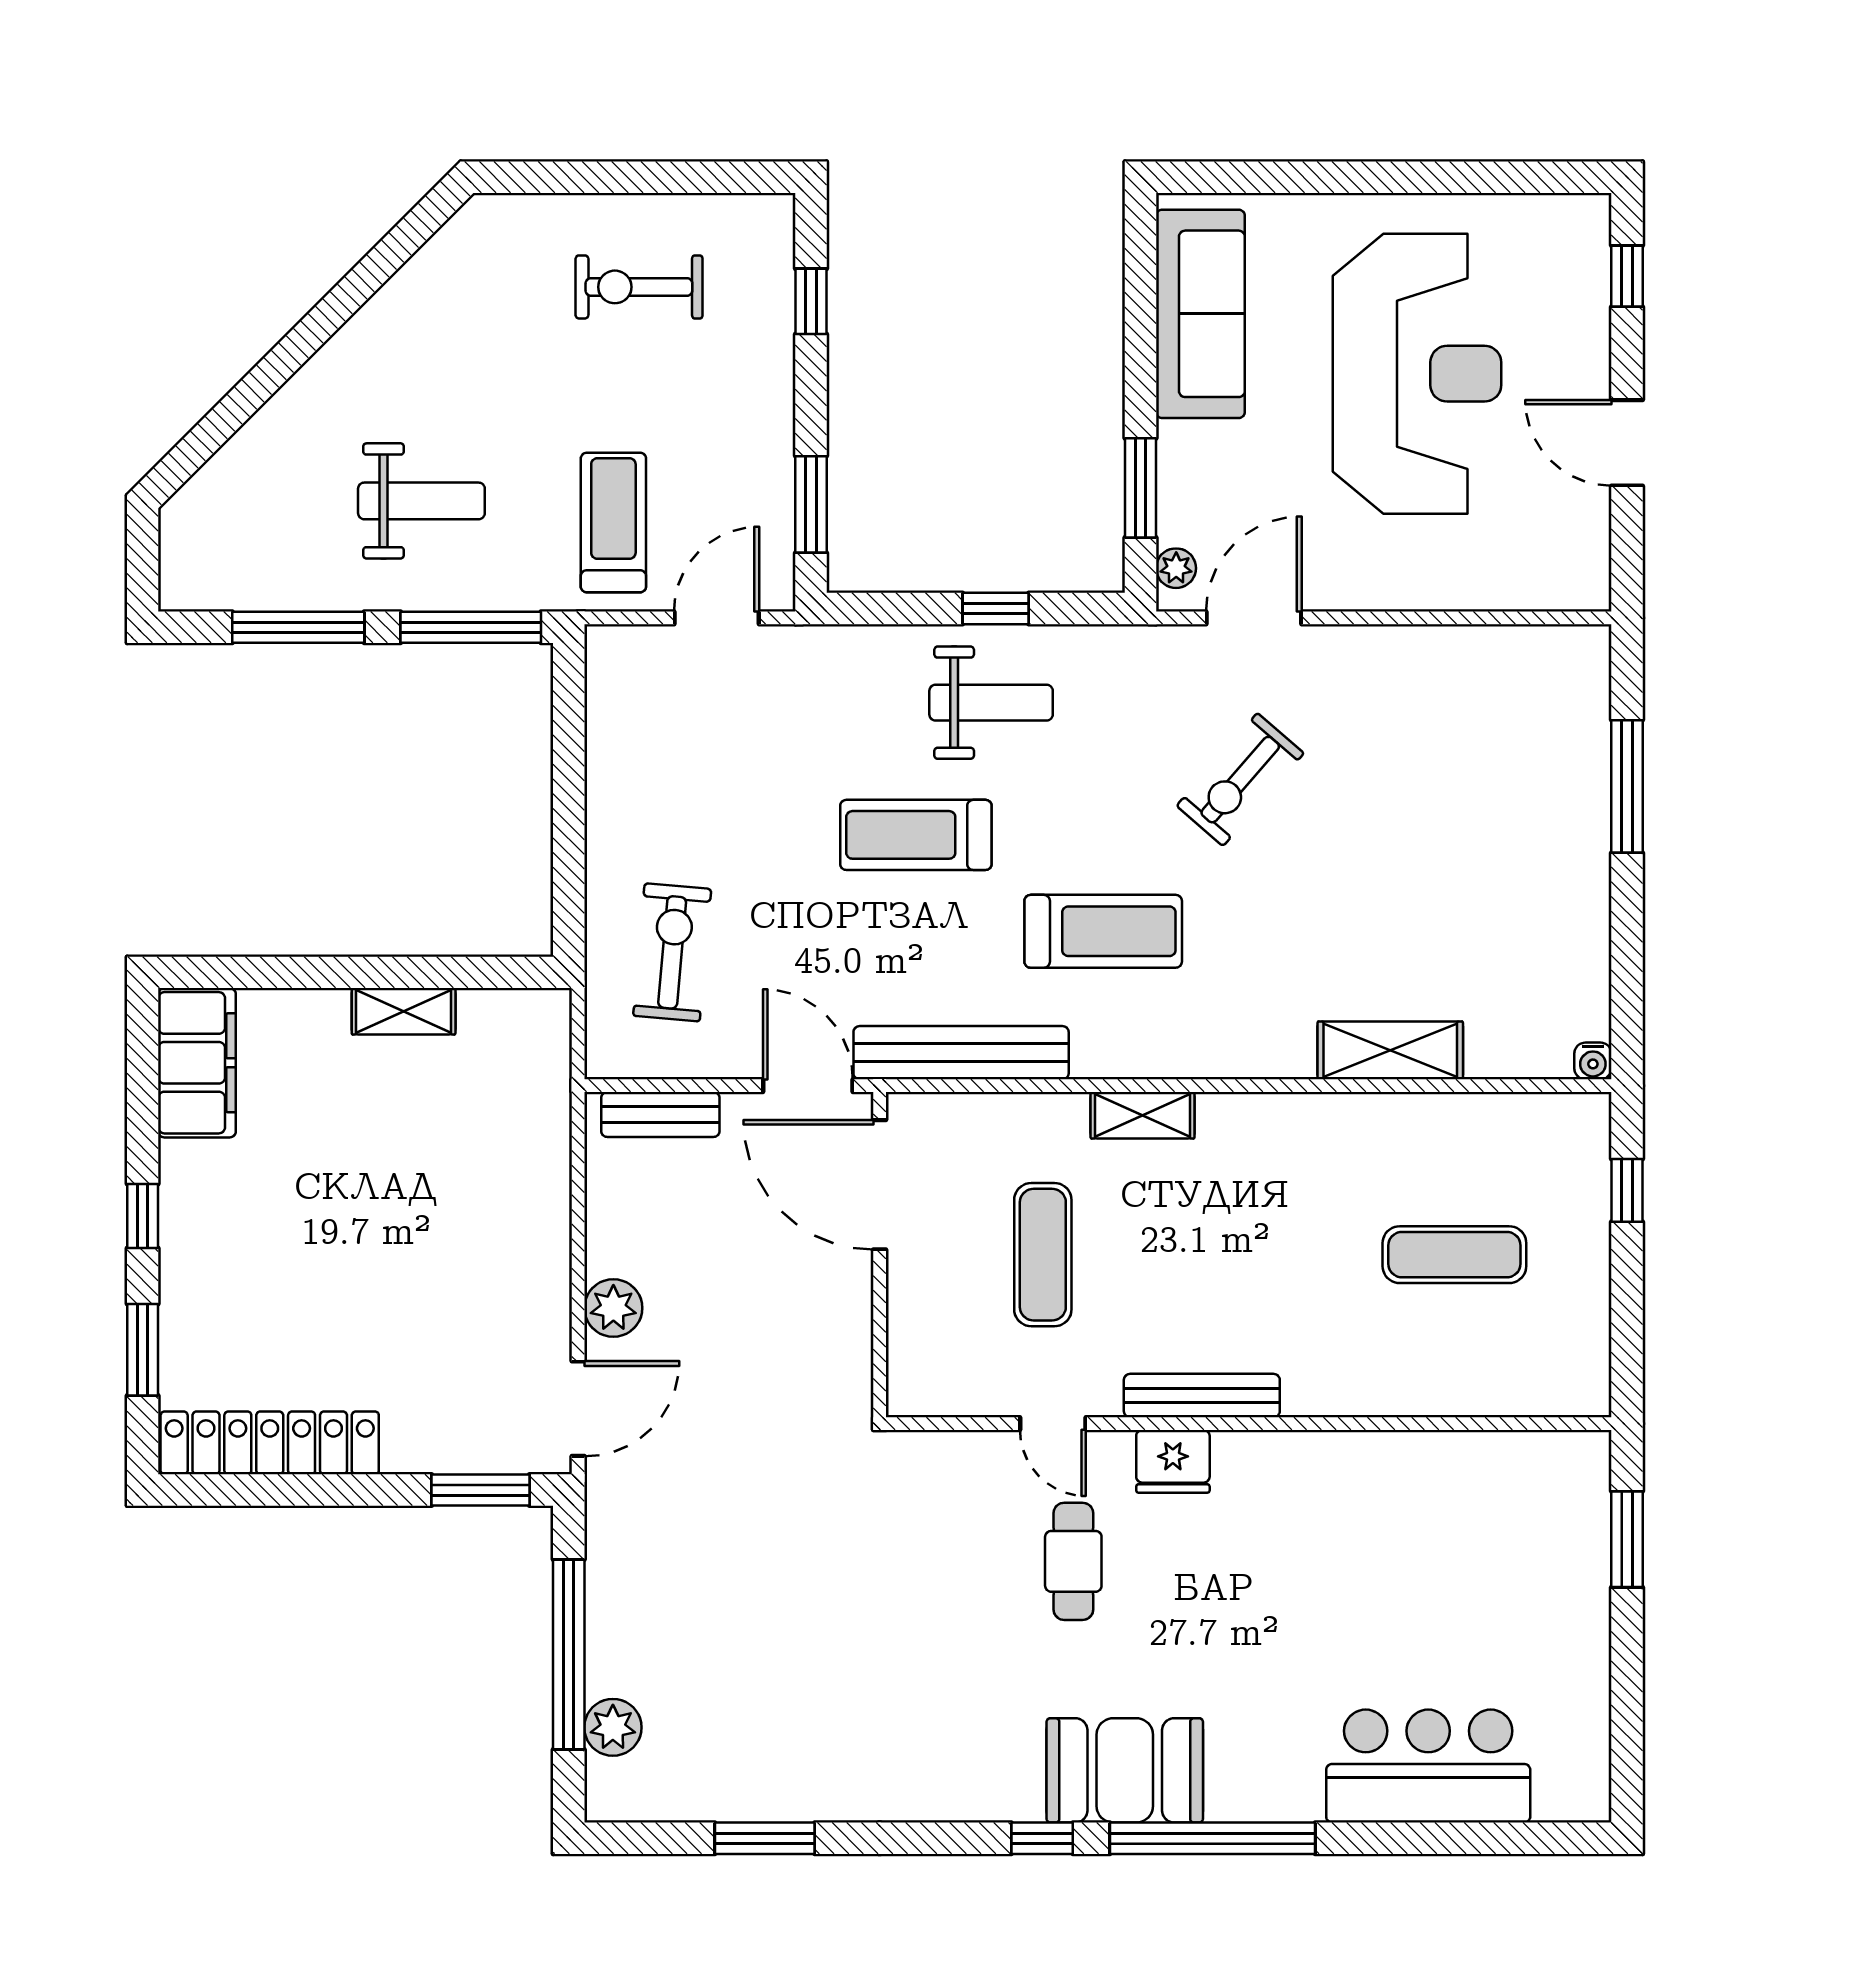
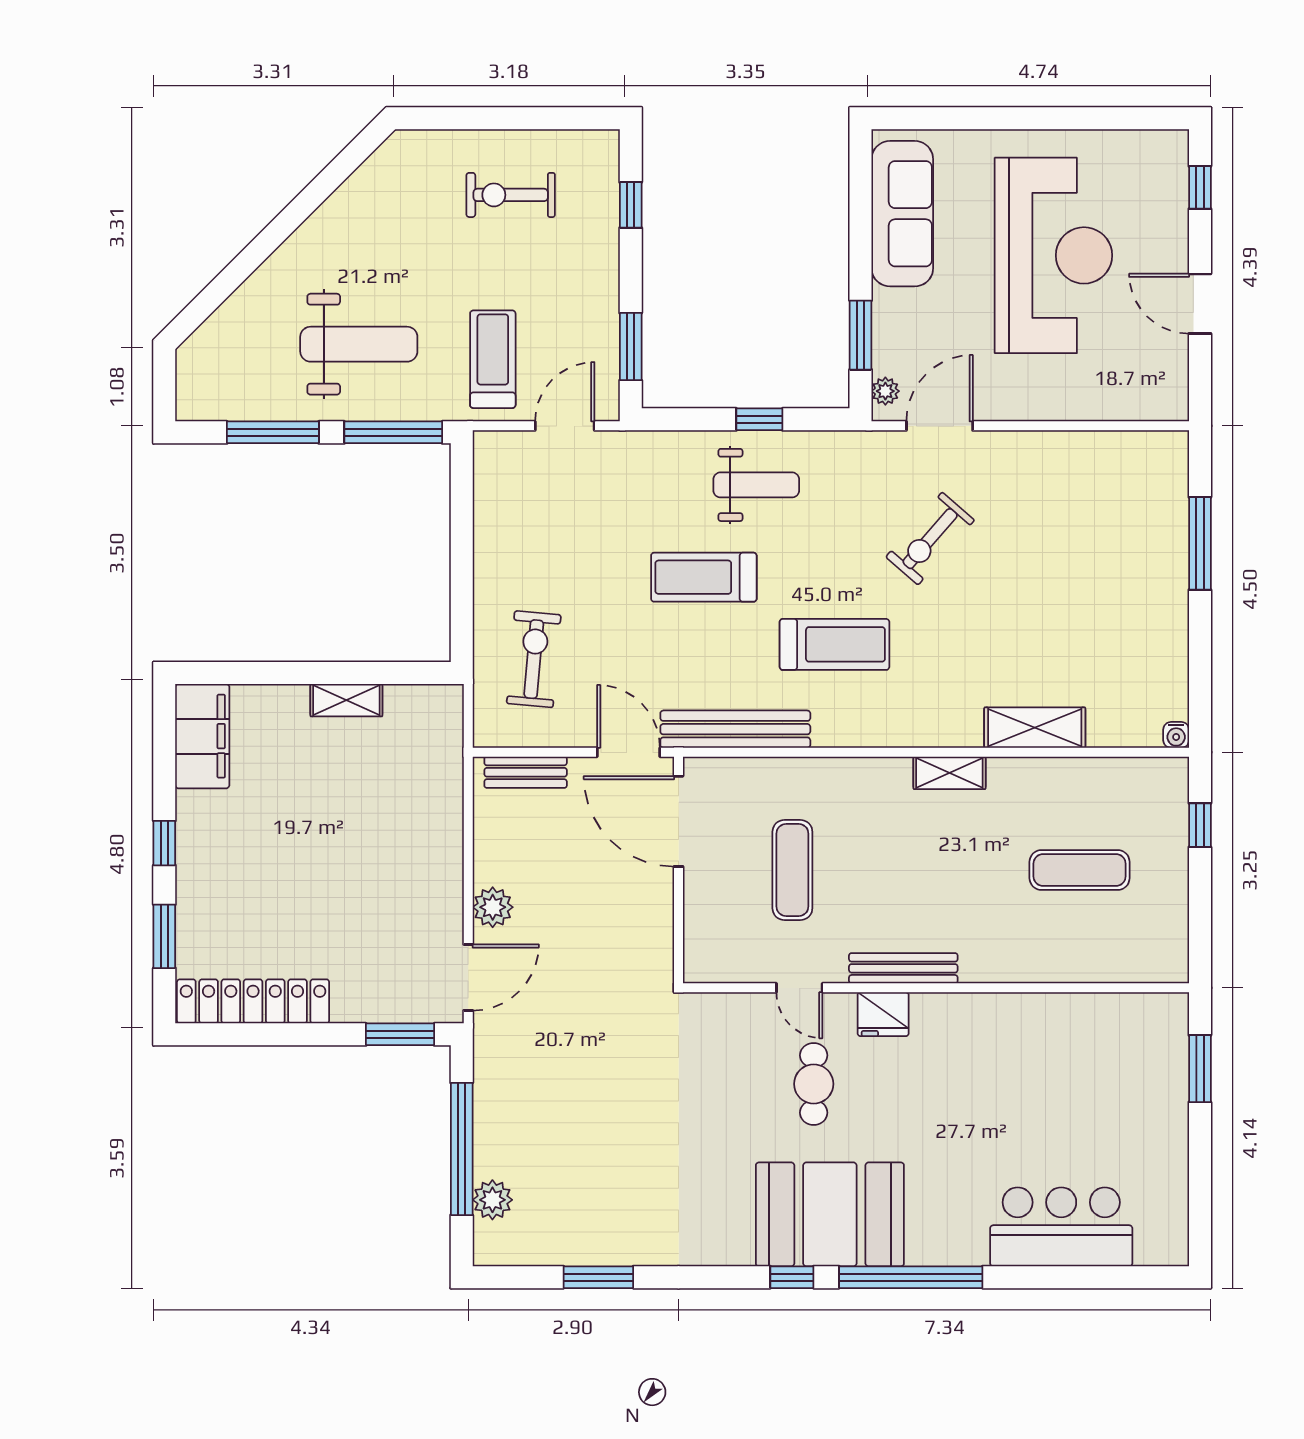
weight bench: (421, 501) -> (359, 344), width x1.36, depth x1.33
shelving: (1143, 1115) -> (949, 773), moved
booth: (1125, 1770) -> (830, 1214), width x1.36, depth x1.42

